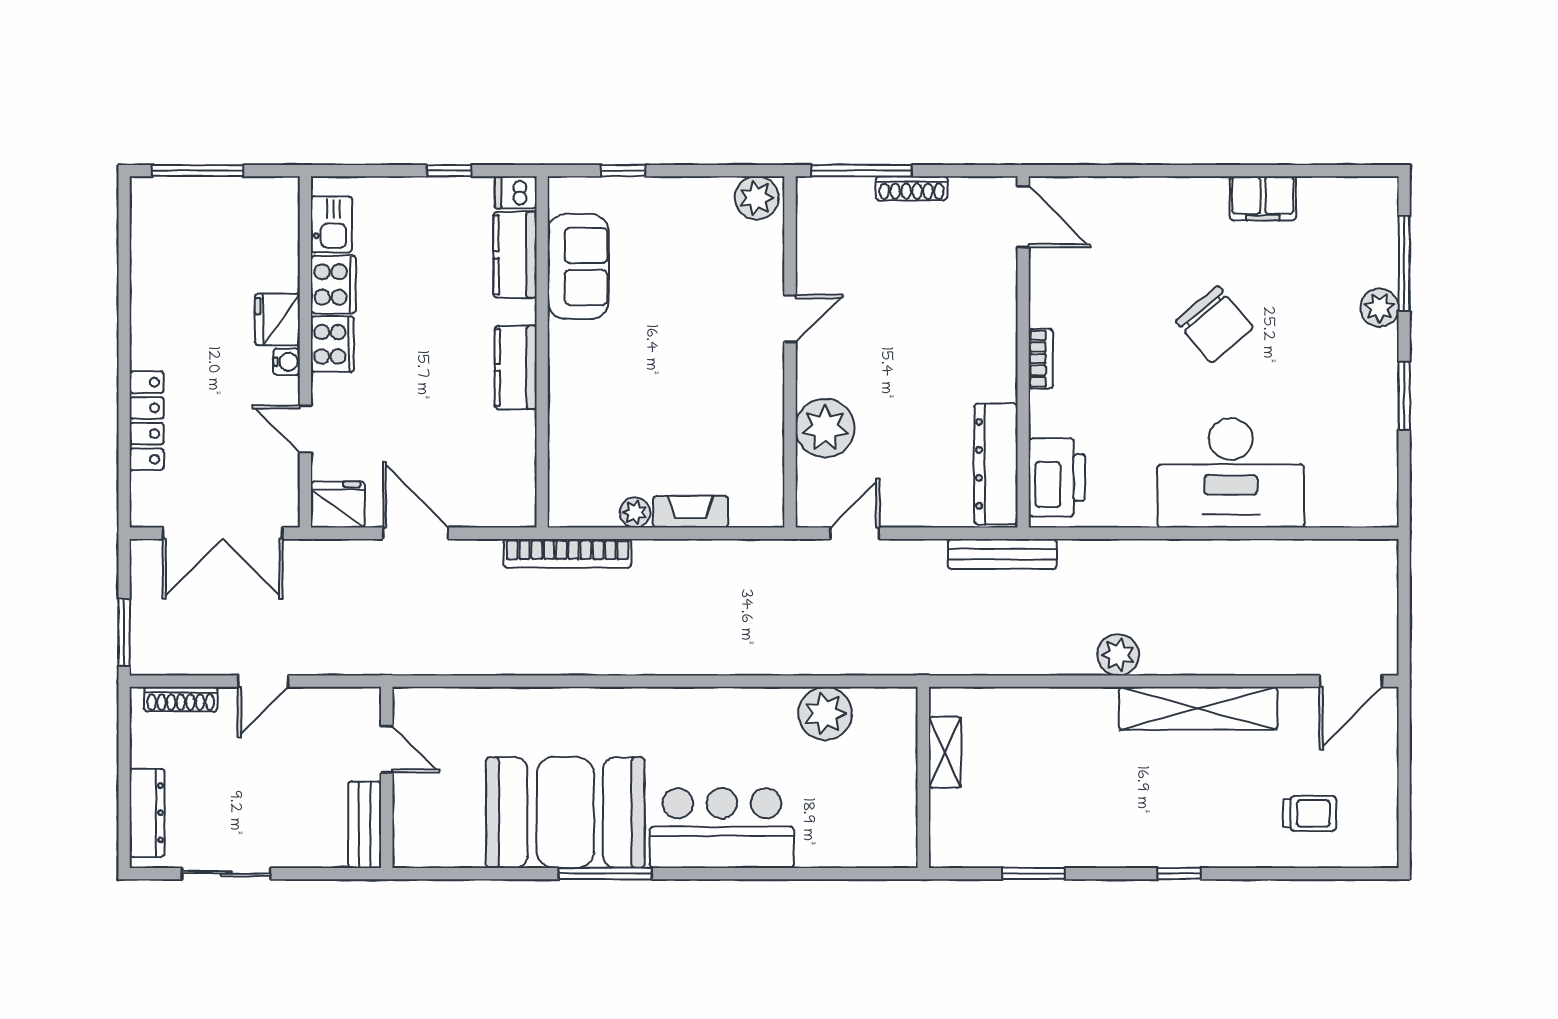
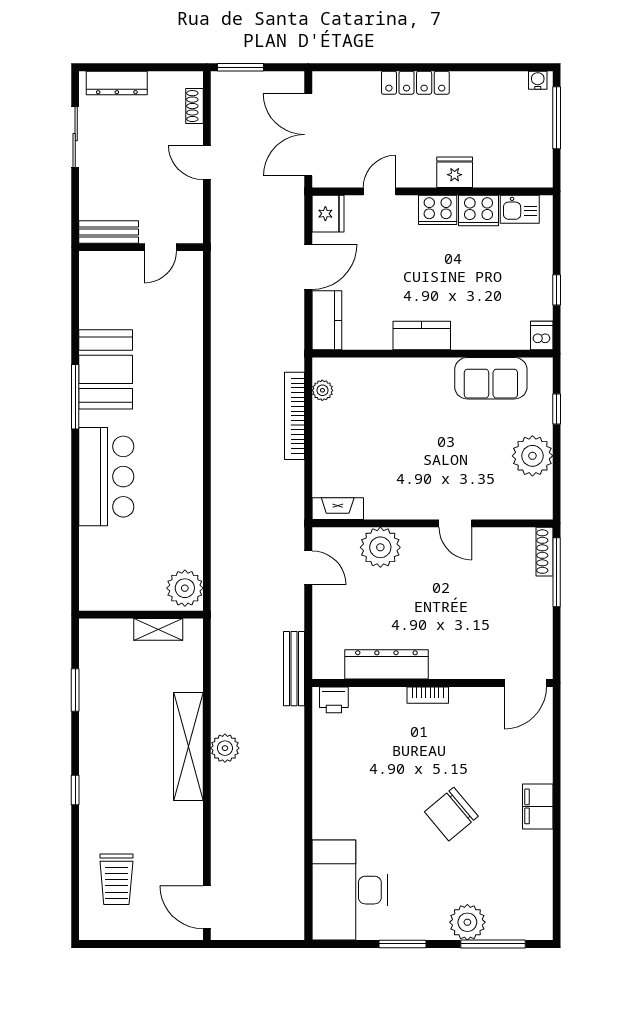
shoe rack: (912, 188) -> (544, 552), moved
plant: (757, 198) -> (532, 456), moved, width x1.36, depth x1.36
filing cabinet: (1263, 198) -> (538, 806), moved
kitchen counter: (515, 255) -> (327, 320), moved, turned 90
plant: (1379, 308) -> (467, 922), width x1.36, depth x1.36
water cooler: (287, 362) -> (538, 80), moved, turned 180
locker: (147, 421) -> (415, 83), moved
dresser: (996, 464) -> (386, 664), moved
desk: (1231, 473) -> (350, 890), moved
printer: (1057, 477) -> (334, 700), width x0.53, depth x0.68
plant: (635, 512) -> (322, 390), moved
fireplace: (691, 512) -> (338, 509), moved, turned -90
bookcase: (567, 553) -> (295, 416), moved
shoe rack: (181, 699) -> (195, 106), width x0.70
shelving: (1198, 708) -> (188, 746), moved
plant: (825, 713) -> (185, 588), moved
booth: (565, 813) -> (106, 369), width x0.73, depth x0.70
trolley: (1310, 813) -> (116, 879), width x1.36, depth x1.39

